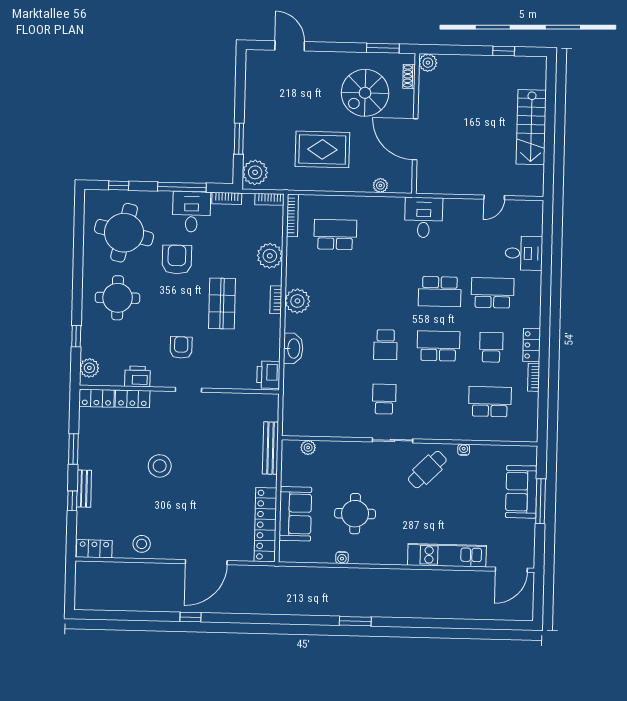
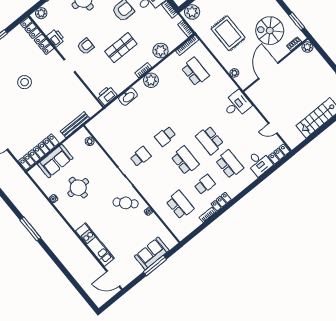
locker: (534, 218) -> (279, 154), added
window: (355, 621) -> (30, 229), width x1.44

